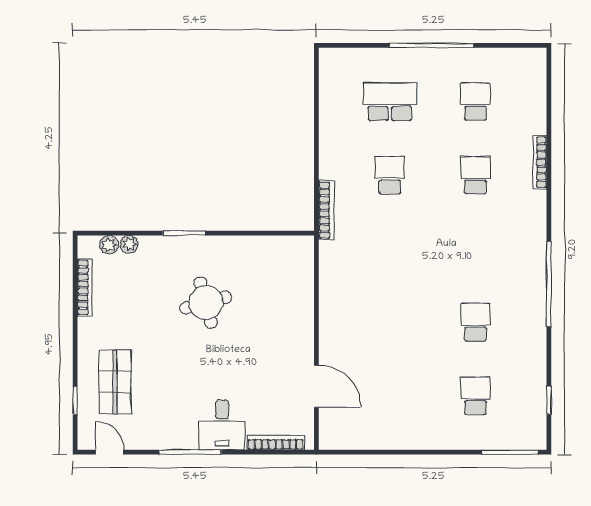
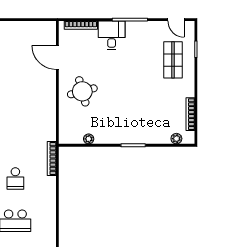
plant: (129, 244) -> (89, 139), moved
round table: (206, 303) -> (82, 91), moved

